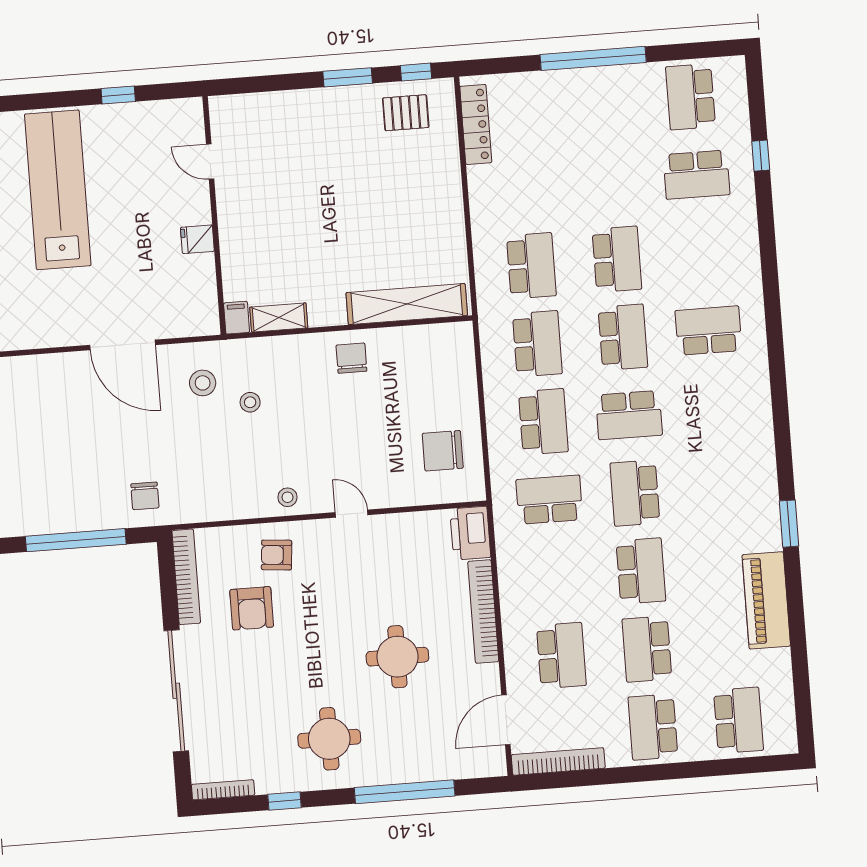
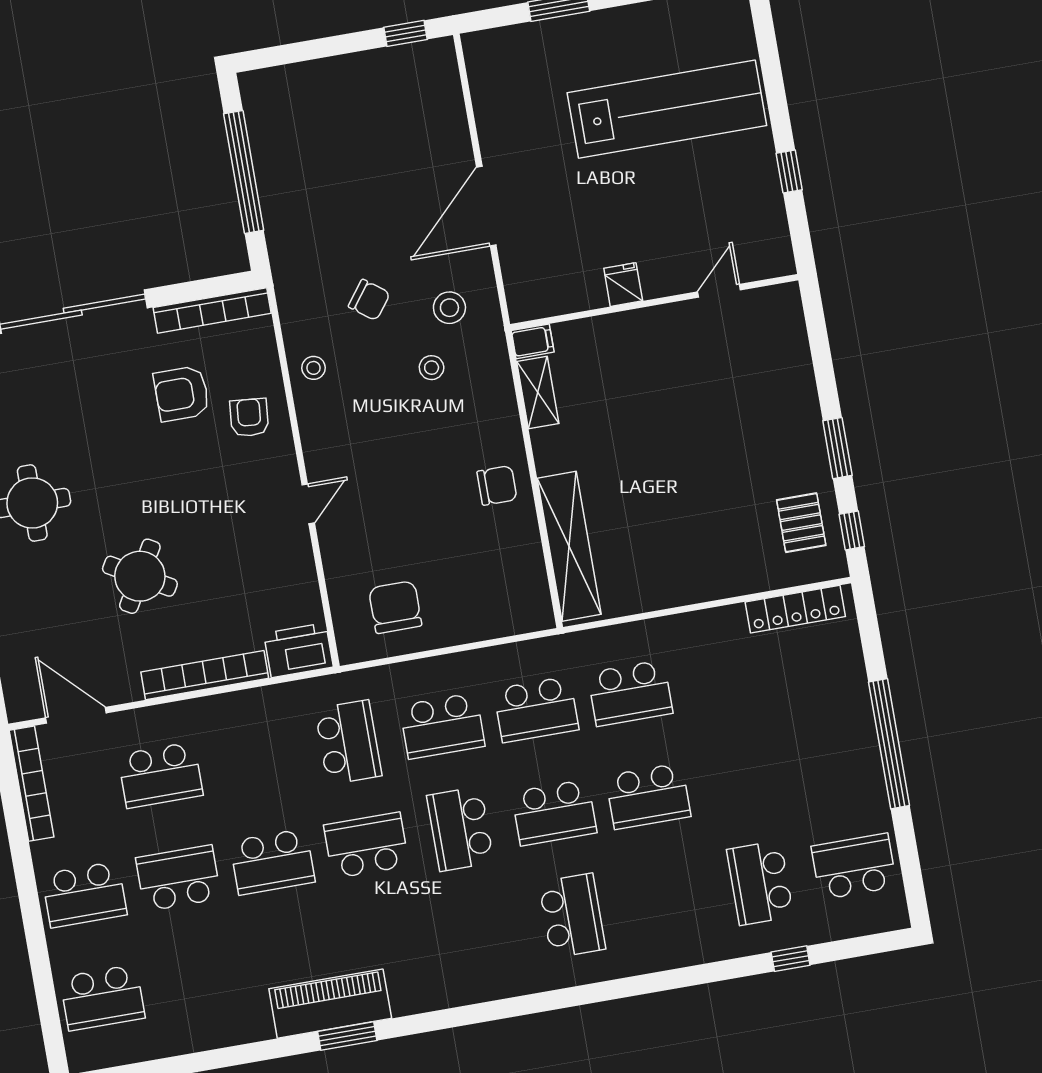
chair: (145, 496) -> (369, 300), moved, turned -143
stool: (287, 497) -> (314, 368), moved
piano: (766, 600) -> (330, 1004), moved
round table: (397, 657) -> (140, 576), turned 30
school desk: (653, 727) -> (84, 895), turned 180

